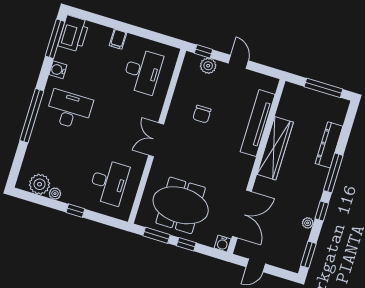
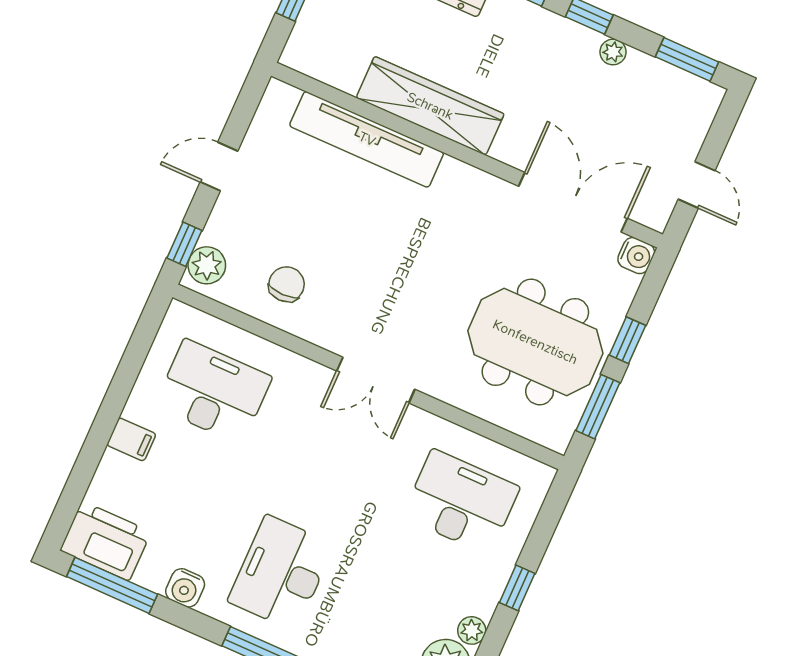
plant: (208, 66) -> (207, 265), moved
chair: (202, 114) -> (287, 284), moved, turned -90
meeting table: (181, 205) -> (535, 342), turned 90

